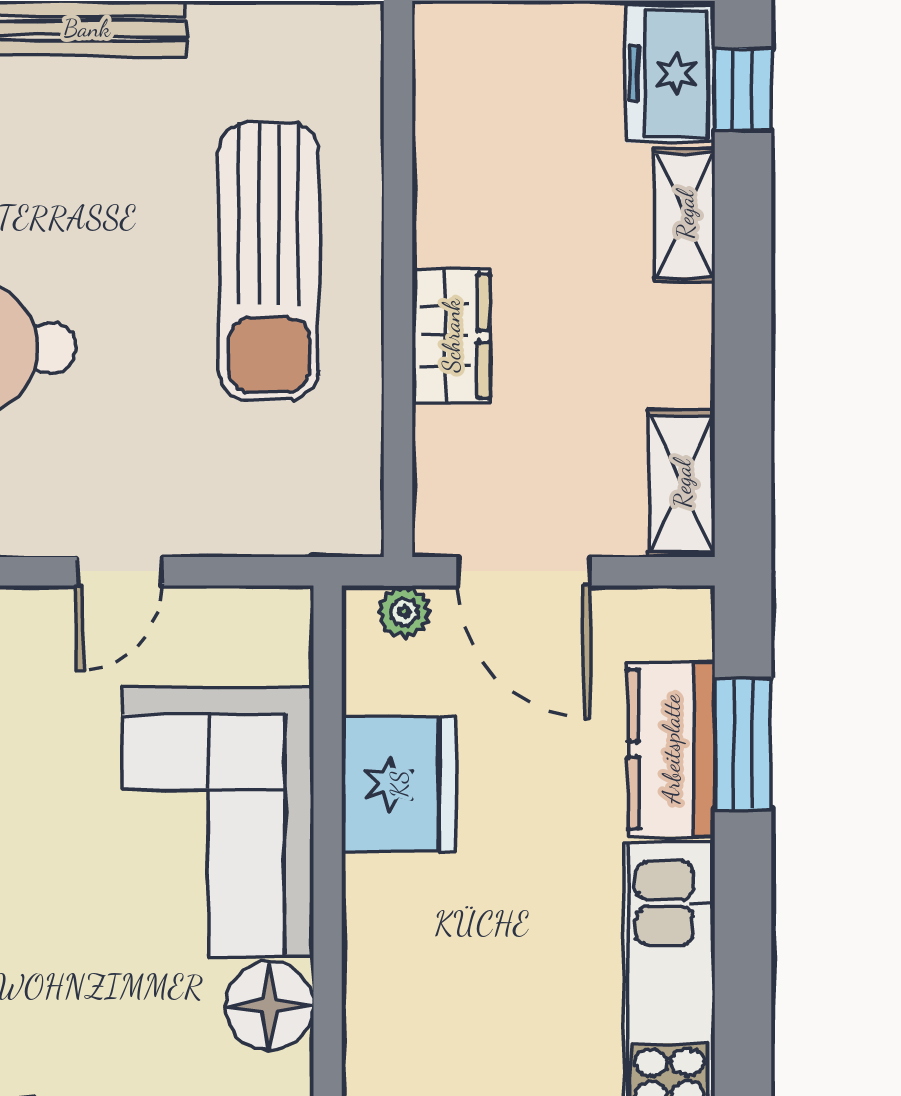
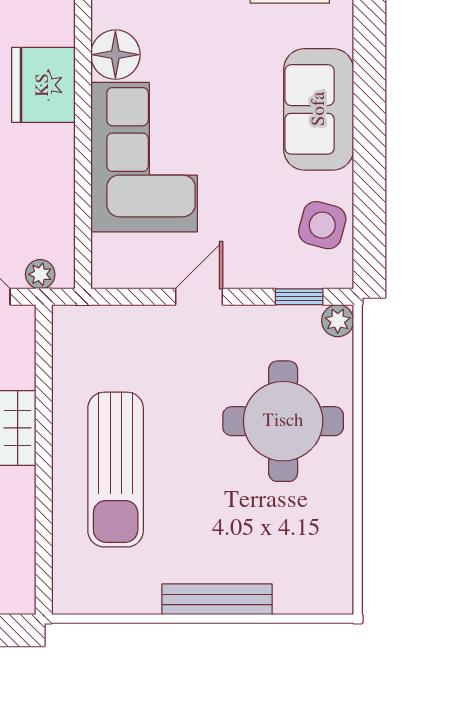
sun lounger: (269, 261) -> (116, 470), turned 180
fridge: (399, 784) -> (43, 85), moved

